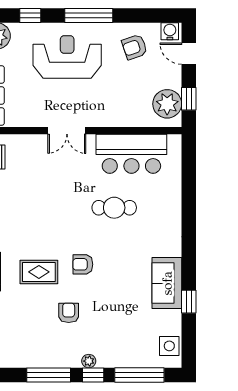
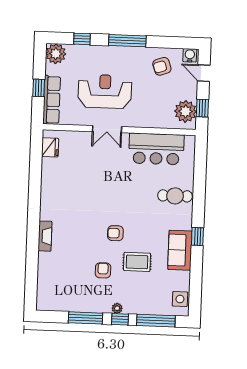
reception desk: (67, 57) -> (105, 91), moved
cafe table: (114, 208) -> (175, 196), moved
rug: (39, 272) -> (137, 262), moved
window: (189, 302) -> (197, 236), moved

